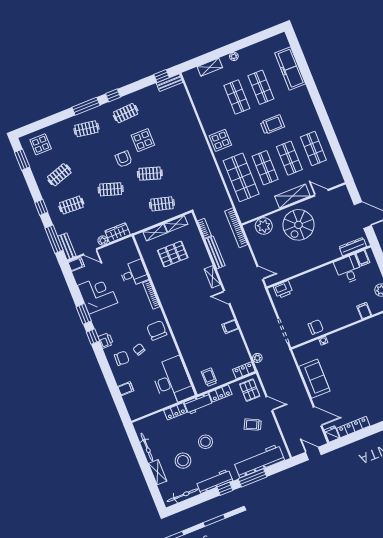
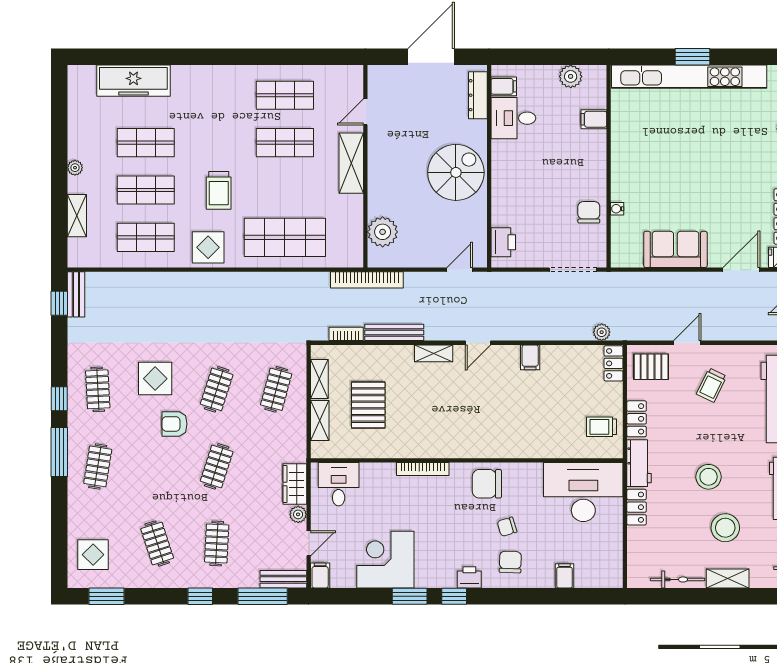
trolley: (272, 125) -> (219, 190), moved, turned 180
shop shelf: (265, 168) -> (146, 237), moved
spiral stairs: (299, 225) -> (456, 172), moved, turned -90
desk: (134, 273) -> (339, 484), moved

